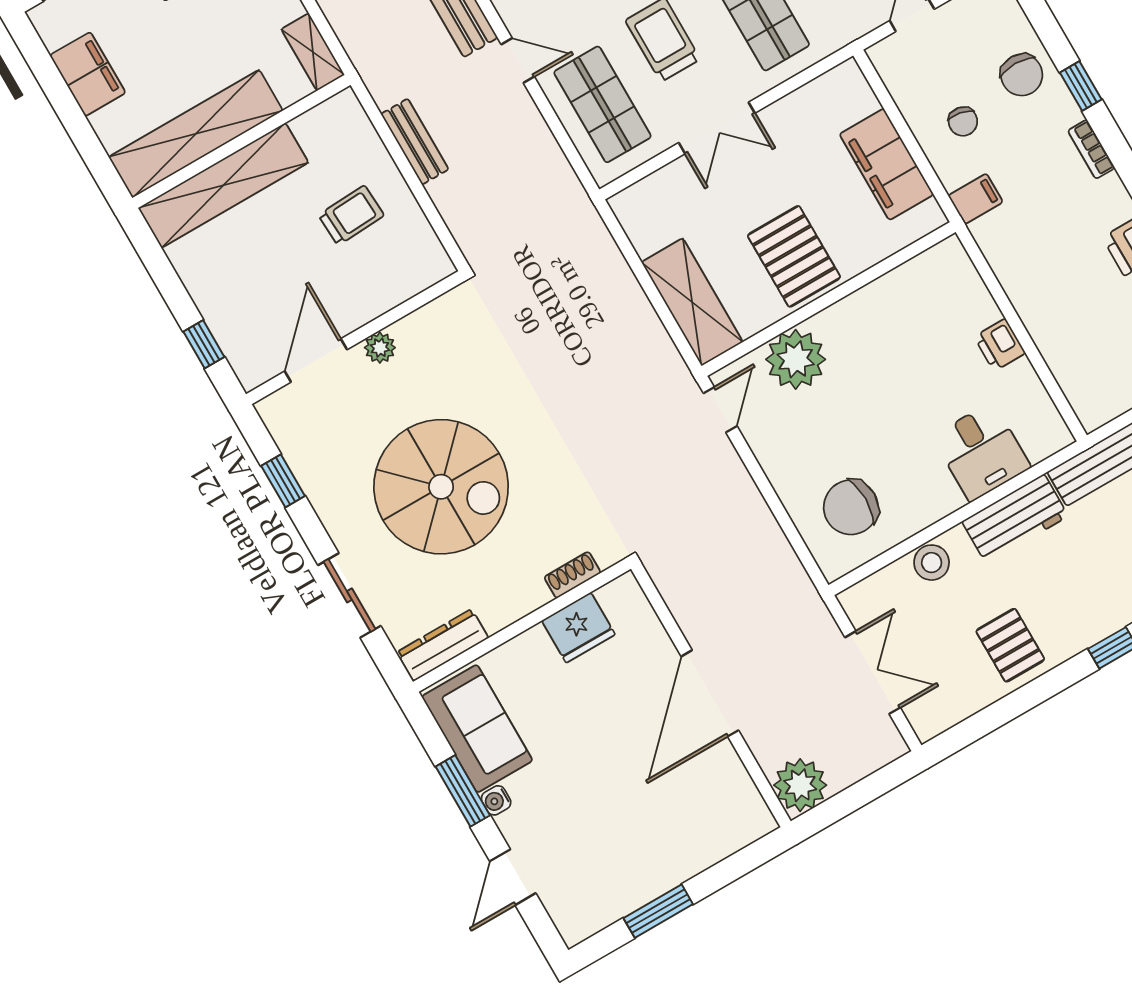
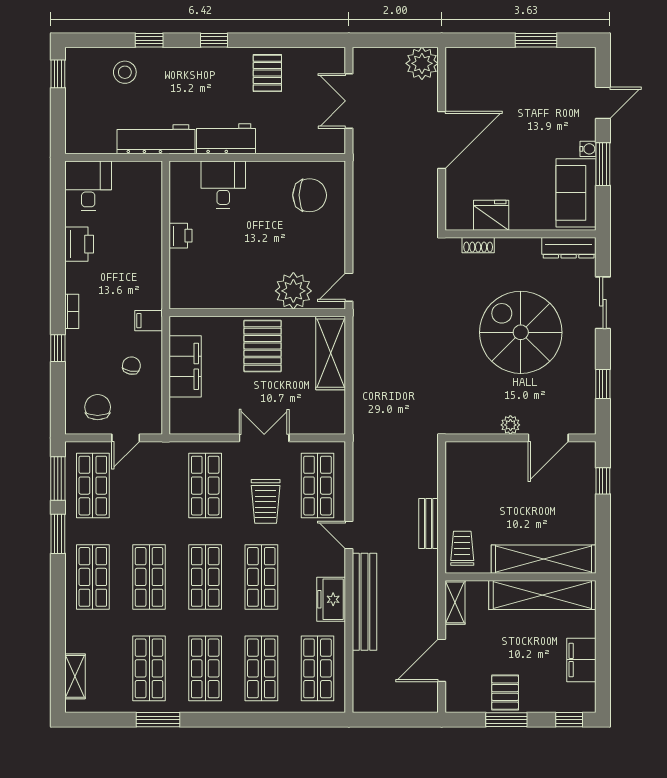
chair: (1022, 75) -> (98, 407), moved
trolley: (351, 215) -> (462, 548), moved, turned 93
stool: (932, 563) -> (284, 141), removed

